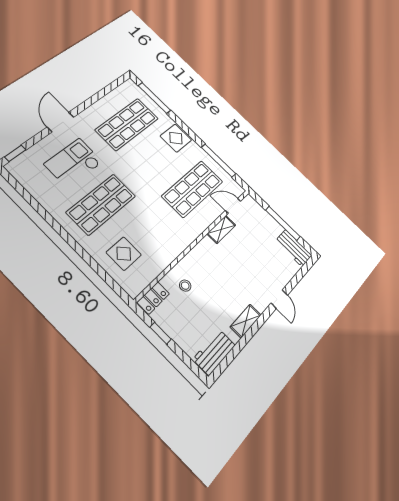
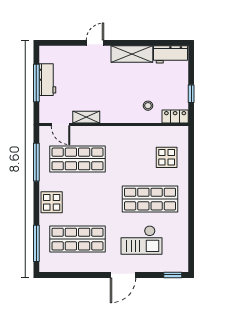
workbench: (294, 248) -> (47, 80), moved
shelving: (246, 321) -> (132, 54), width x1.50, depth x1.33

